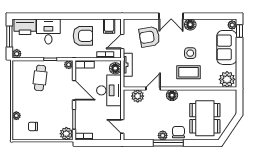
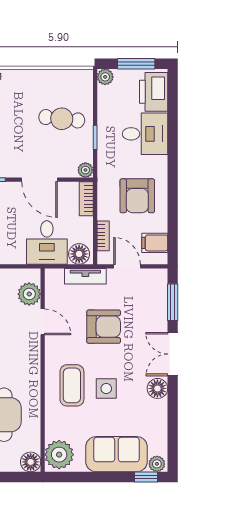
window: (142, 16) -> (173, 302), added
armchair: (150, 37) -> (104, 327), moved, turned 100
door: (74, 90) -> (40, 180), hinge flipped
desk: (109, 90) -> (47, 242), width x0.73
floor lamp: (172, 95) -> (31, 462), moved

